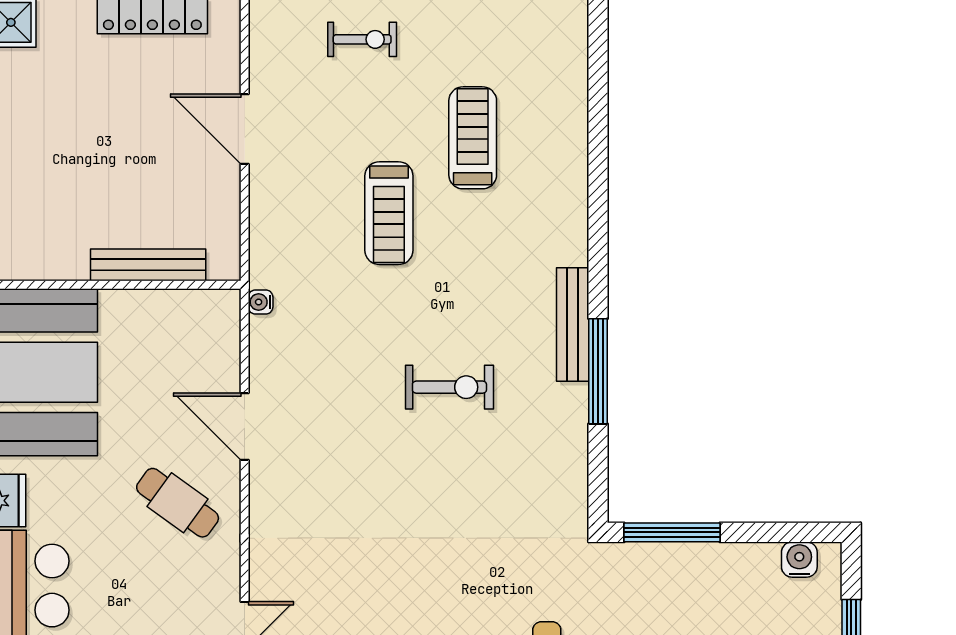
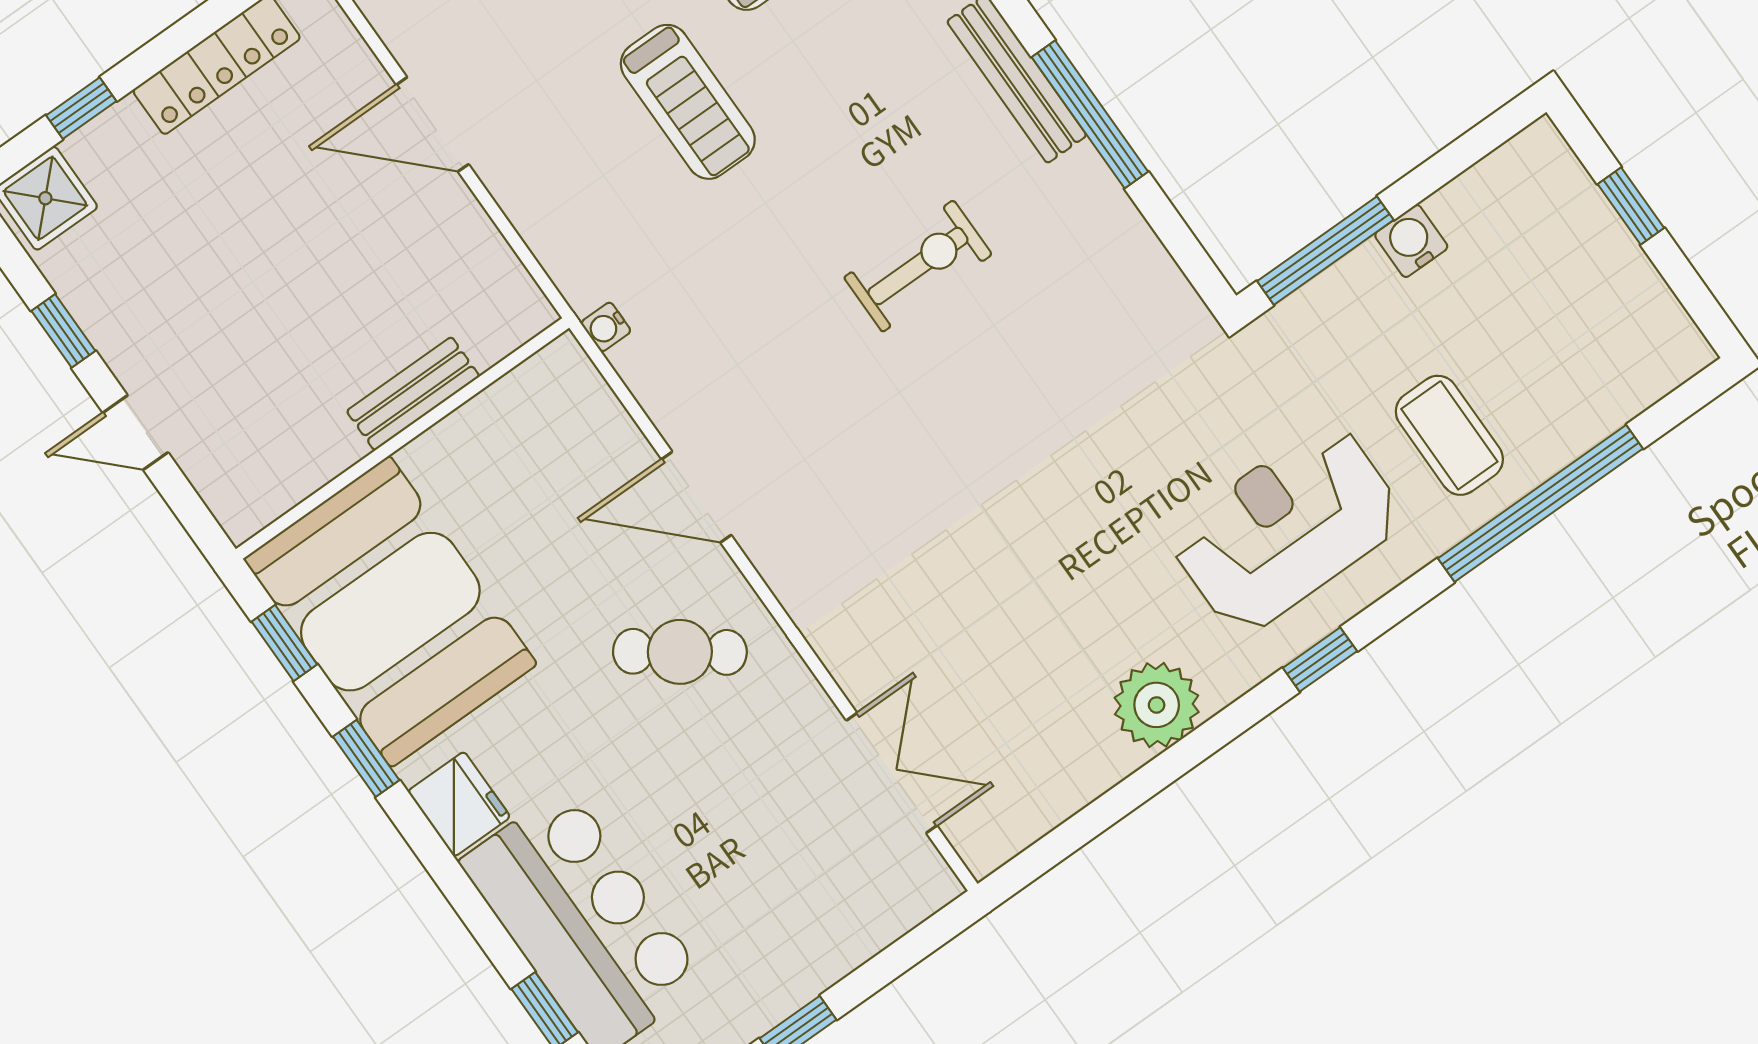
bench: (148, 265) -> (413, 394), width x0.73
water cooler: (799, 560) -> (1411, 241), moved

